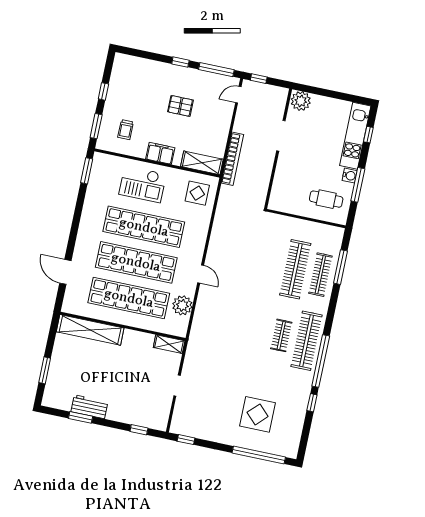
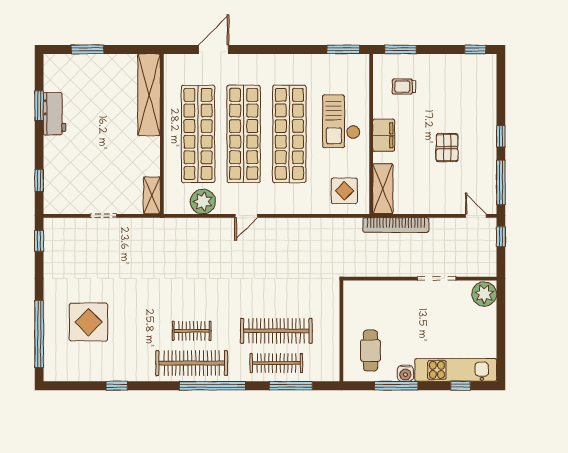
window: (103, 91) -> (475, 49), moved
window: (321, 361) -> (213, 386), moved

